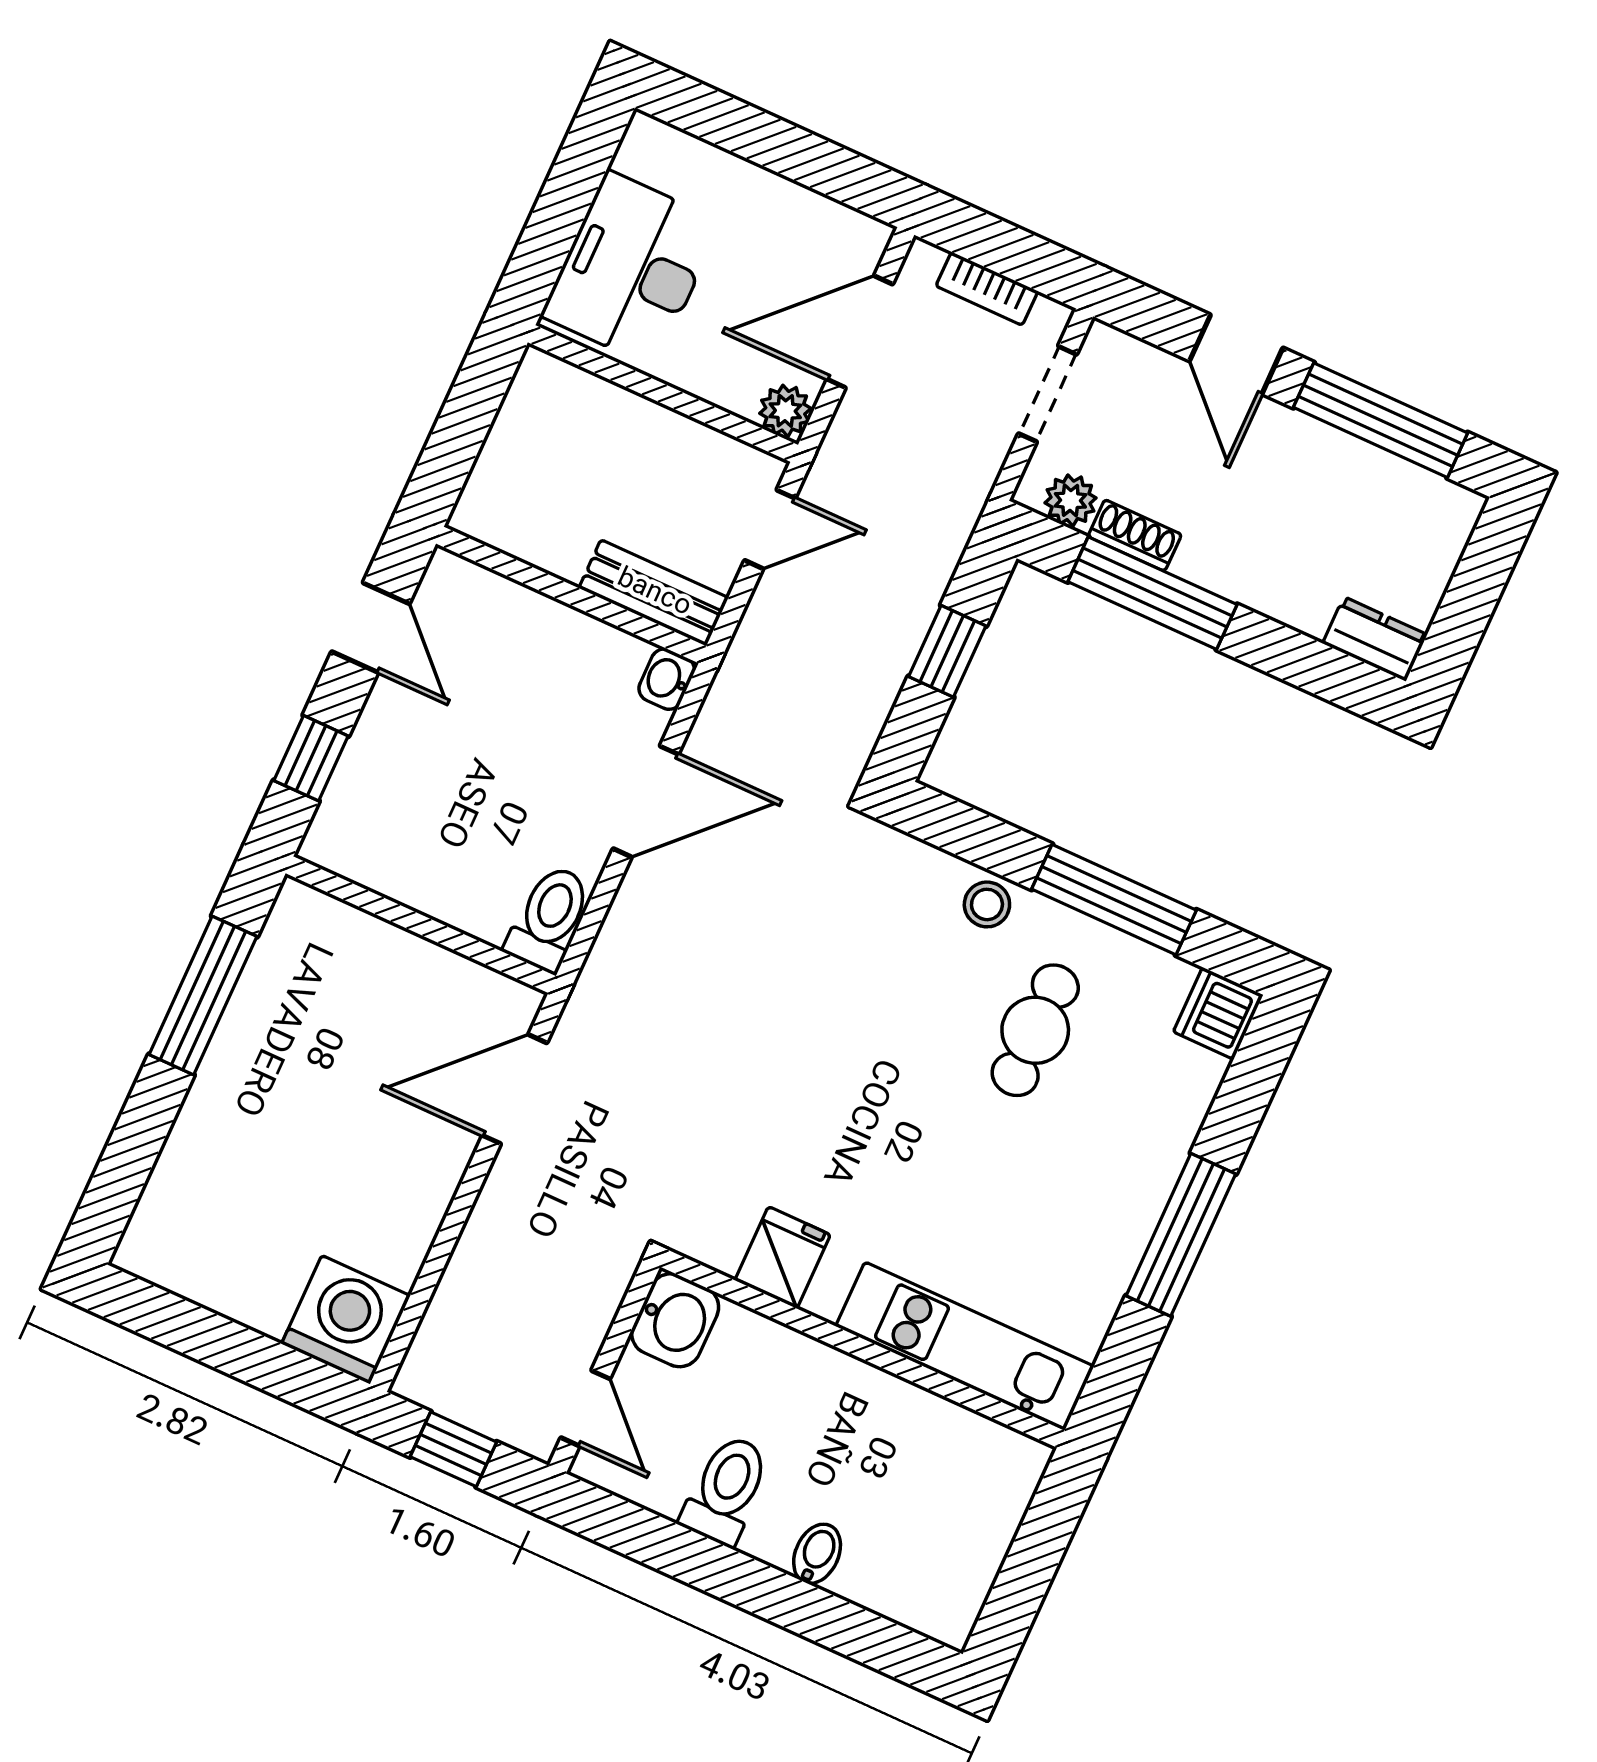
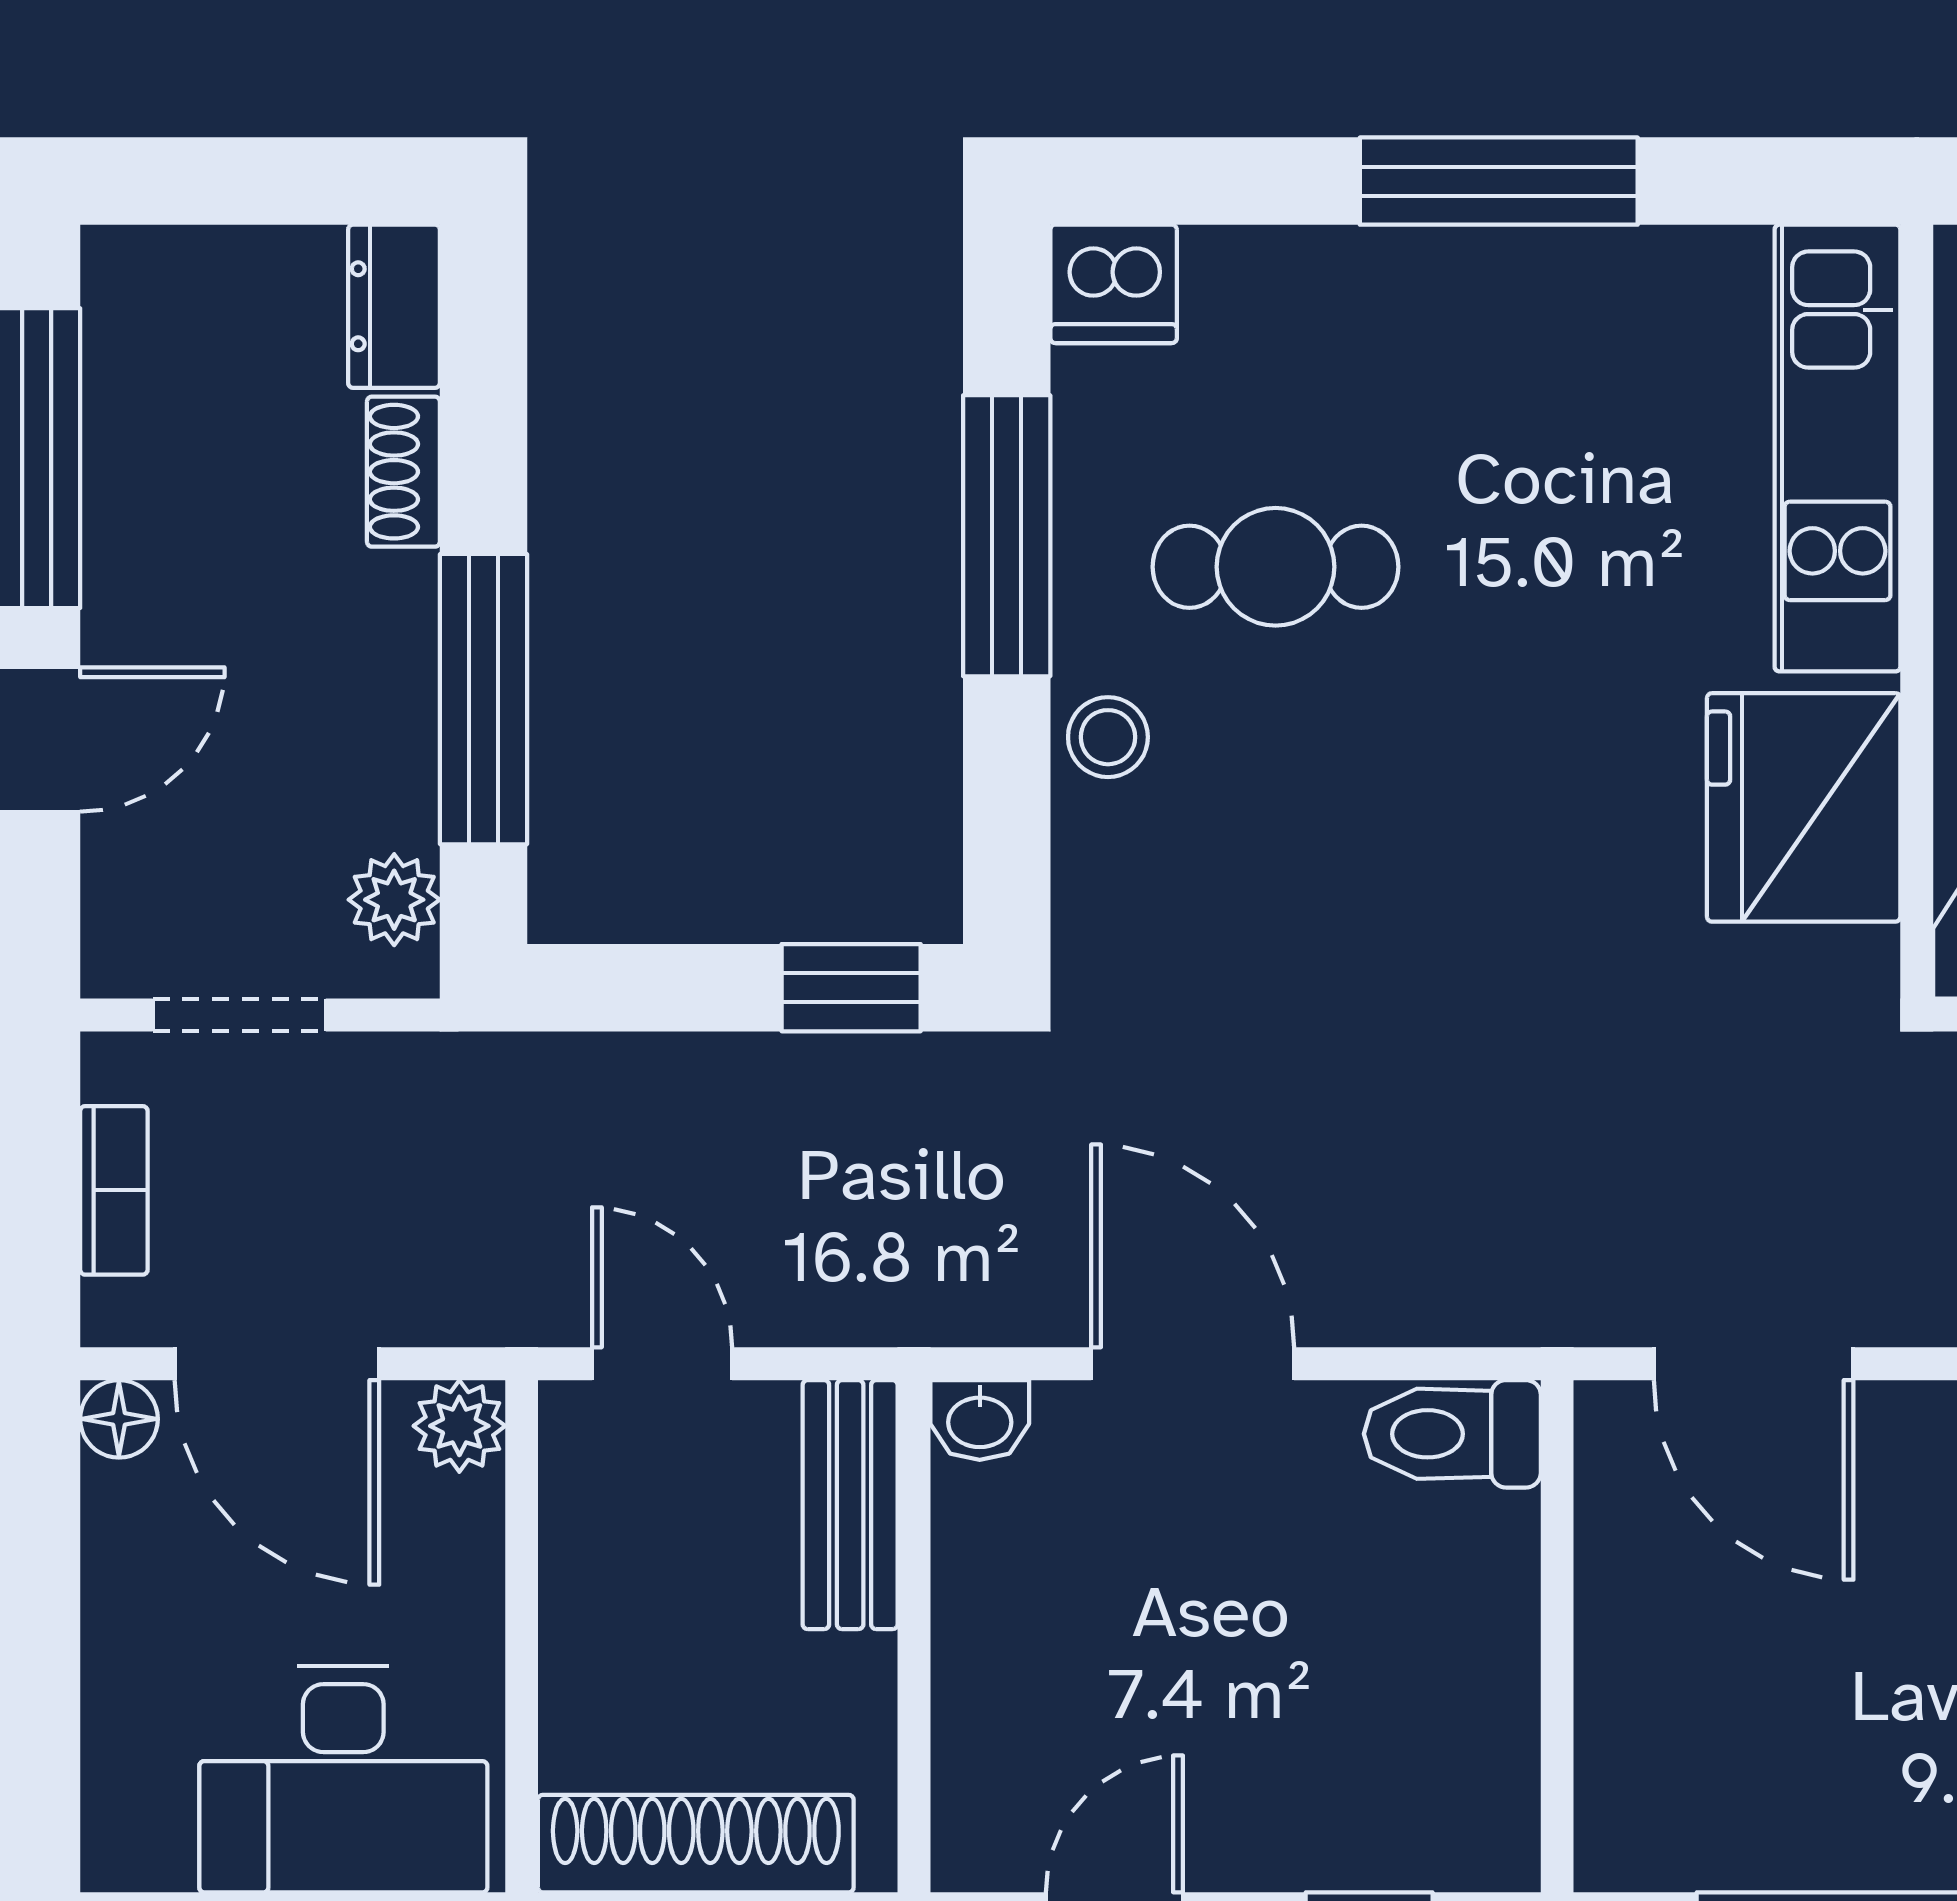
floor lamp: (868, 238) -> (119, 1419), added
shoe rack: (516, 434) -> (696, 1844), added
shoe rack: (1135, 535) -> (403, 472), moved
window: (947, 651) -> (851, 988), moved
fridge: (783, 1257) -> (1804, 807), width x1.88, depth x1.34

